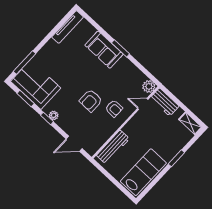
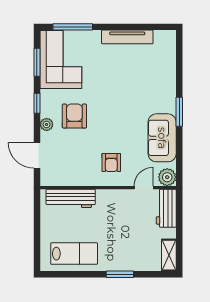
tv unit: (68, 27) -> (127, 37), moved
sofa: (104, 50) -> (162, 138), moved
armchair: (91, 101) -> (74, 116), moved, turned 90
door: (143, 104) -> (144, 188), hinge flipped
plant: (54, 115) -> (47, 124), moved
lab bench: (143, 172) -> (74, 254), width x0.73, depth x0.72

